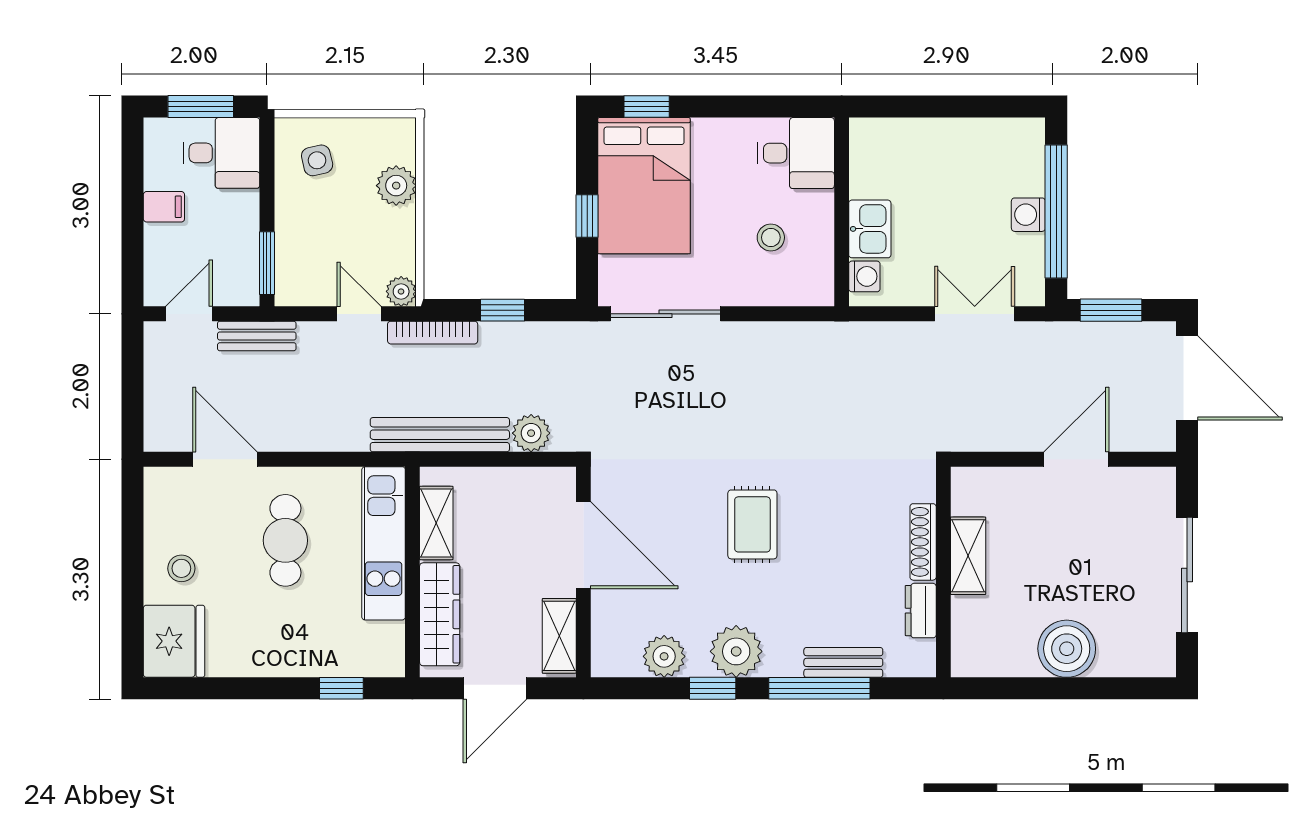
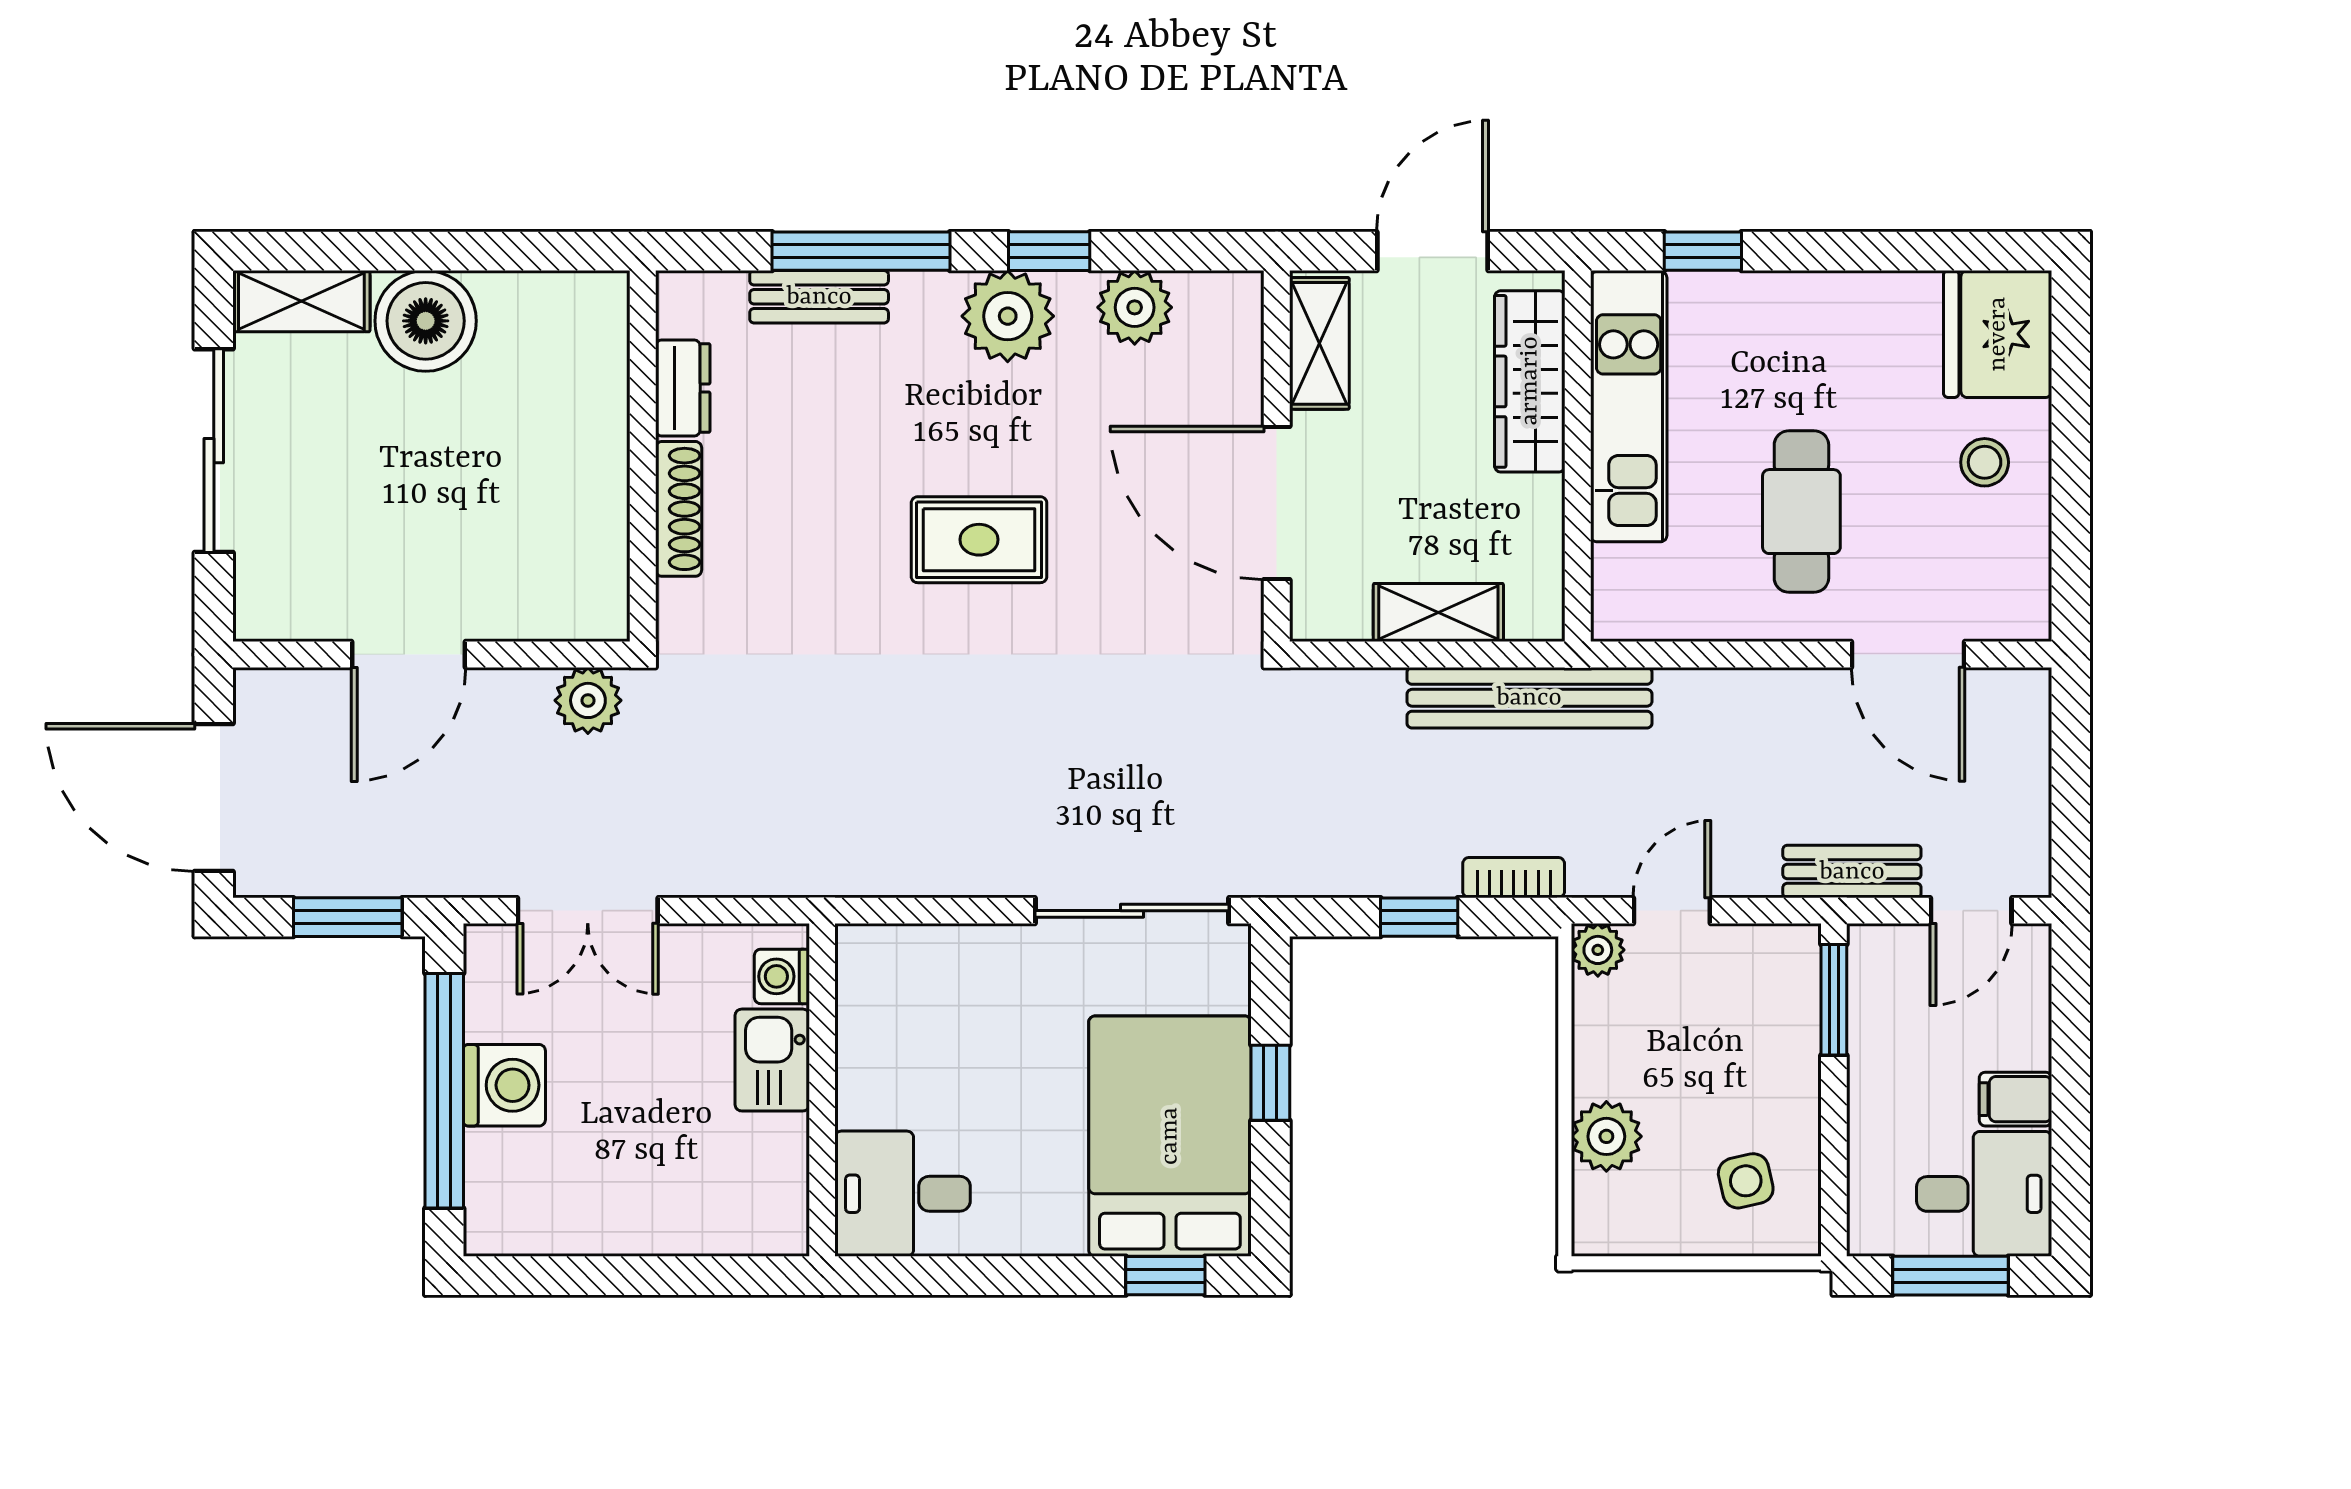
desk: (221, 153) -> (1984, 1194), moved, turned 180
washing machine: (1028, 215) -> (504, 1085), width x1.38, depth x1.38
stool: (771, 237) -> (947, 1045), removed
door: (359, 314) -> (1672, 911), swing flipped
bookcase: (433, 333) -> (1514, 878), width x0.64
plant: (531, 433) -> (588, 700), moved
shelving: (436, 523) -> (1438, 612), moved, turned 90
rug: (752, 524) -> (979, 540), turned 90
kitchen unit: (384, 543) -> (1629, 407), moved
shelving: (968, 556) -> (301, 301), moved, turned 90

